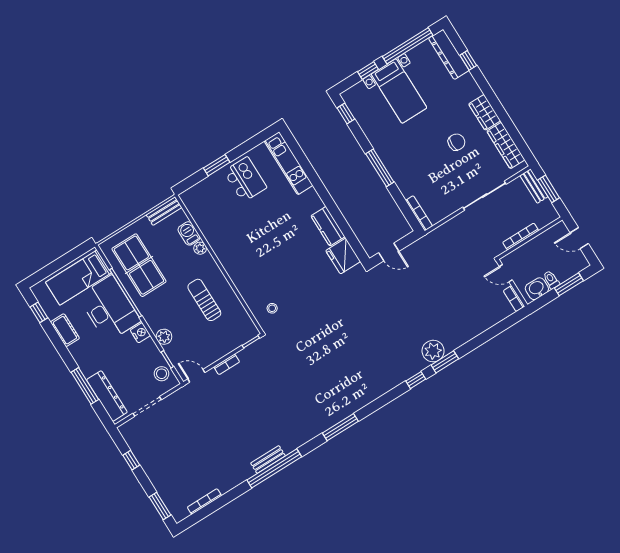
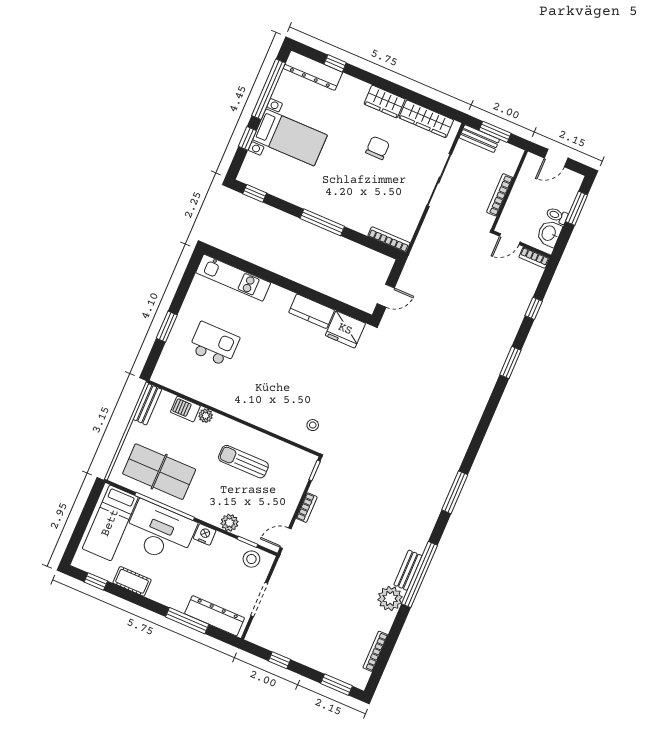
kitchen island: (245, 179) -> (214, 344), moved
plant: (433, 351) -> (390, 598), moved
window: (416, 380) -> (534, 308), moved

